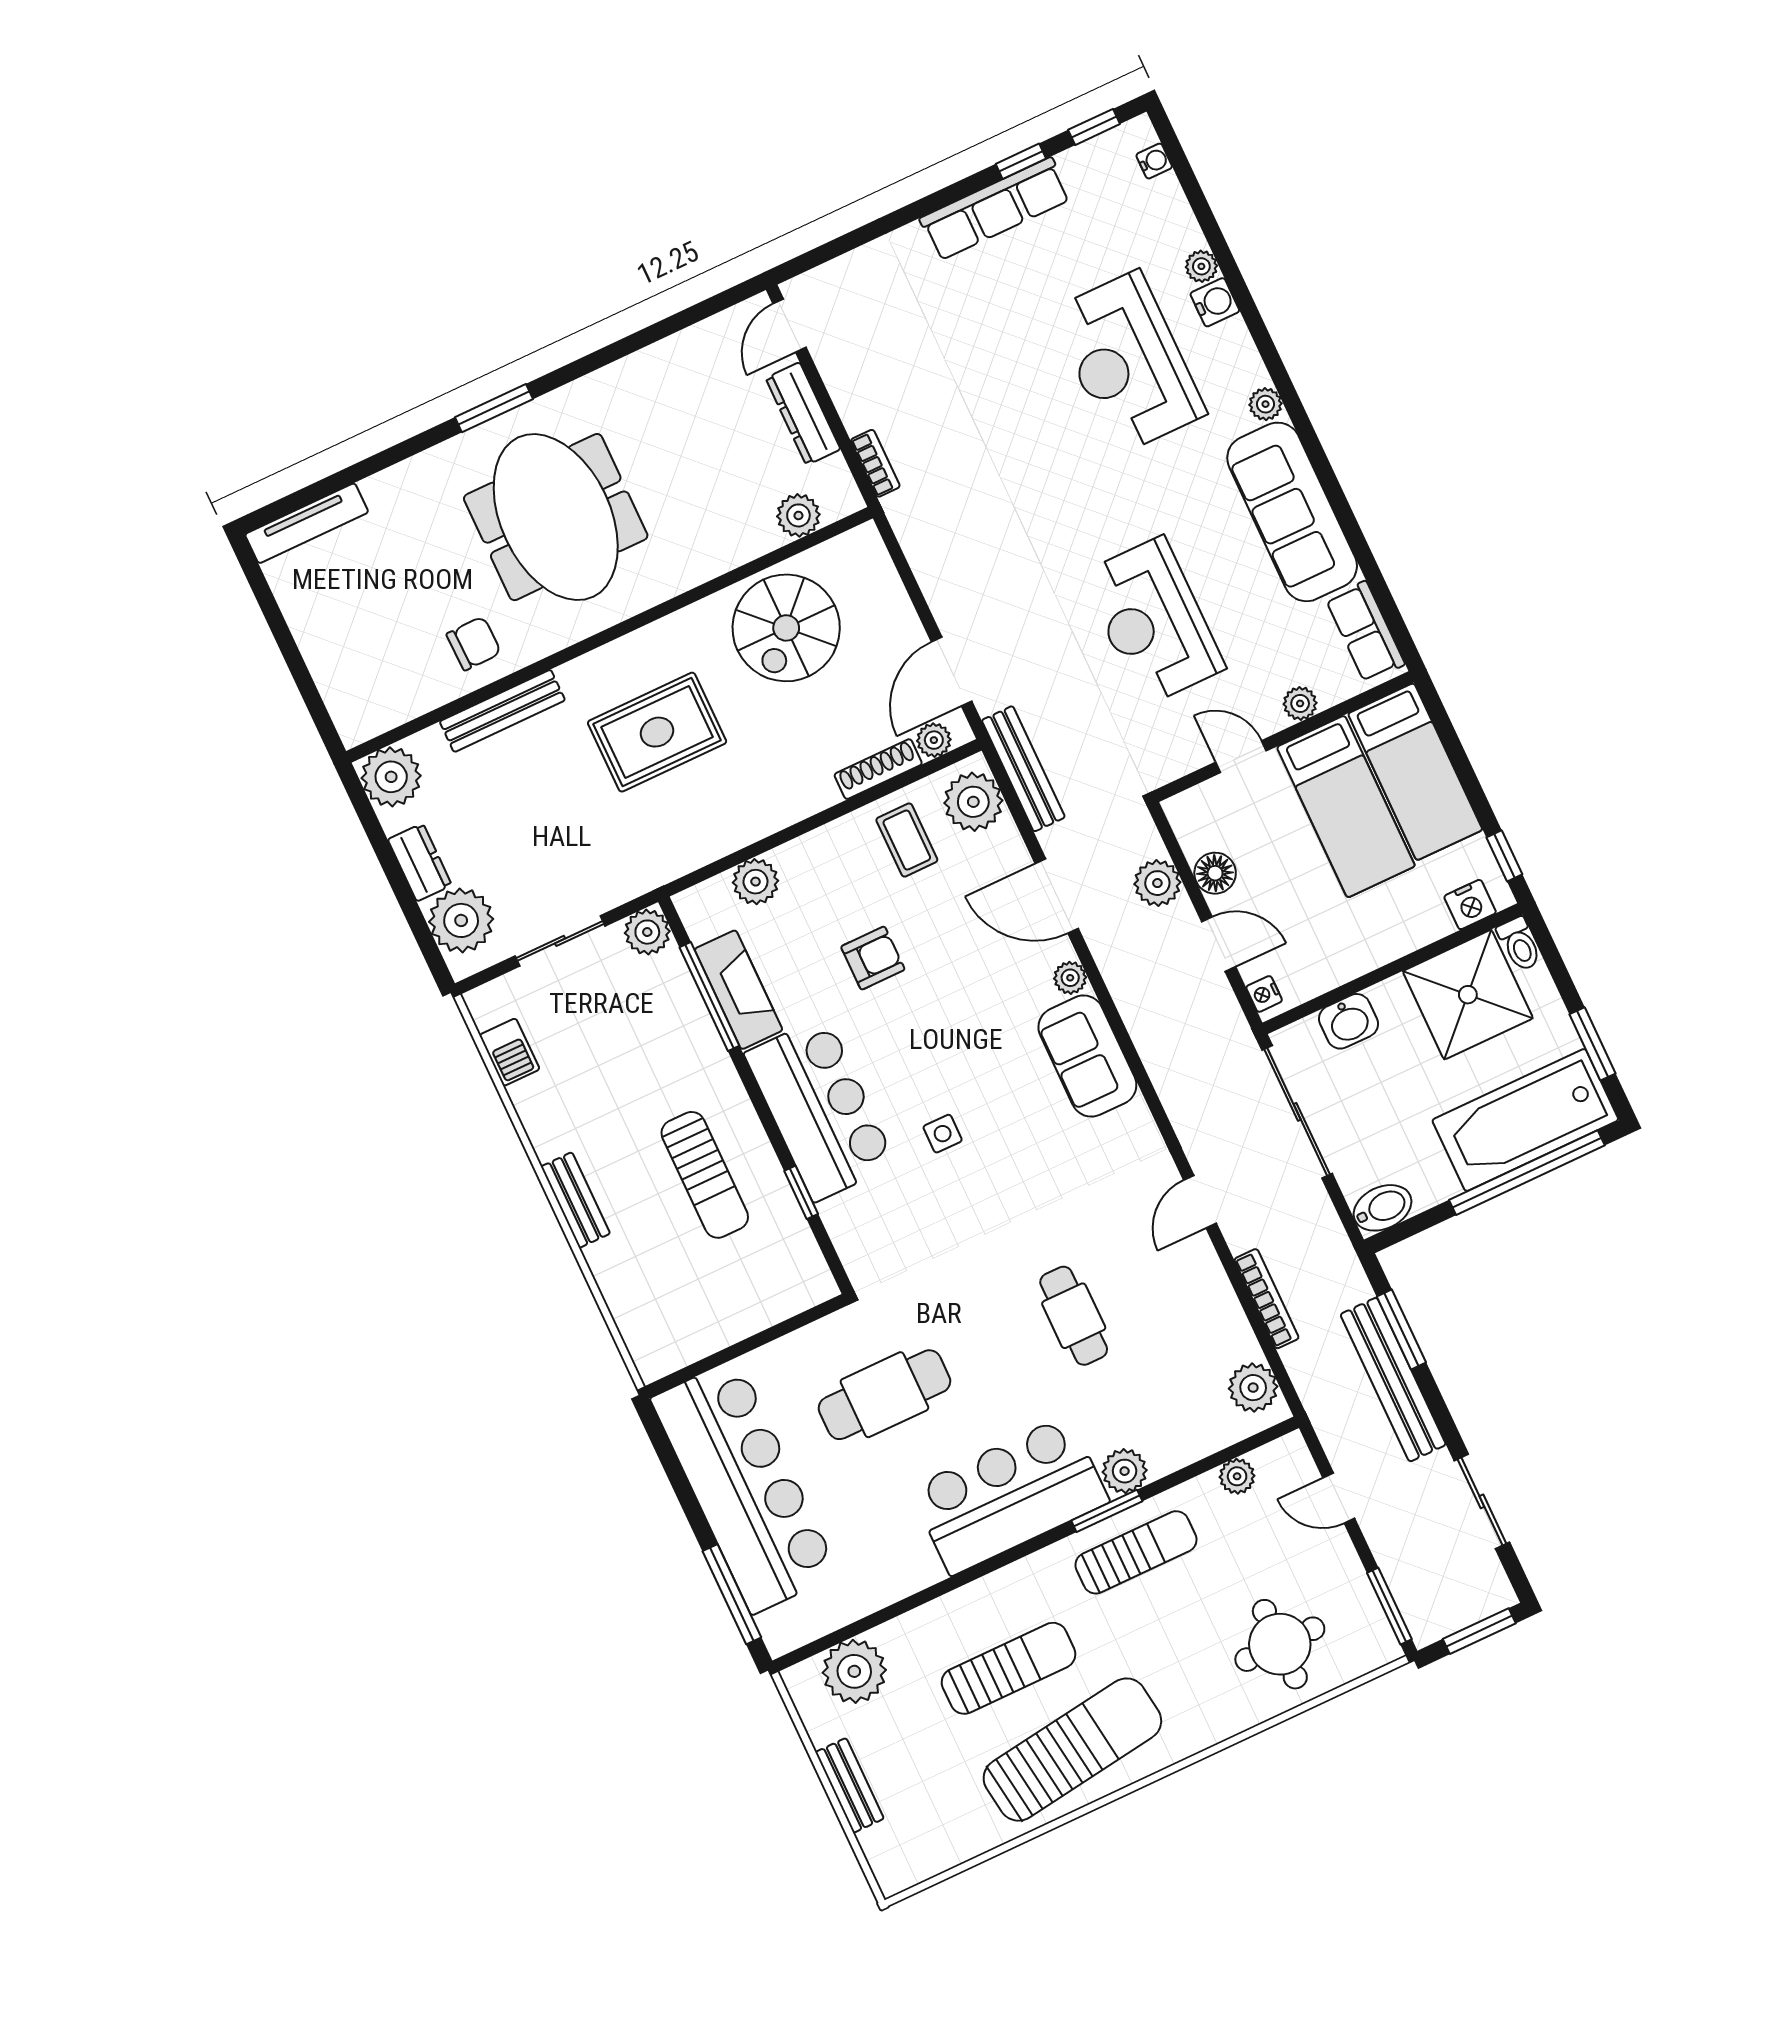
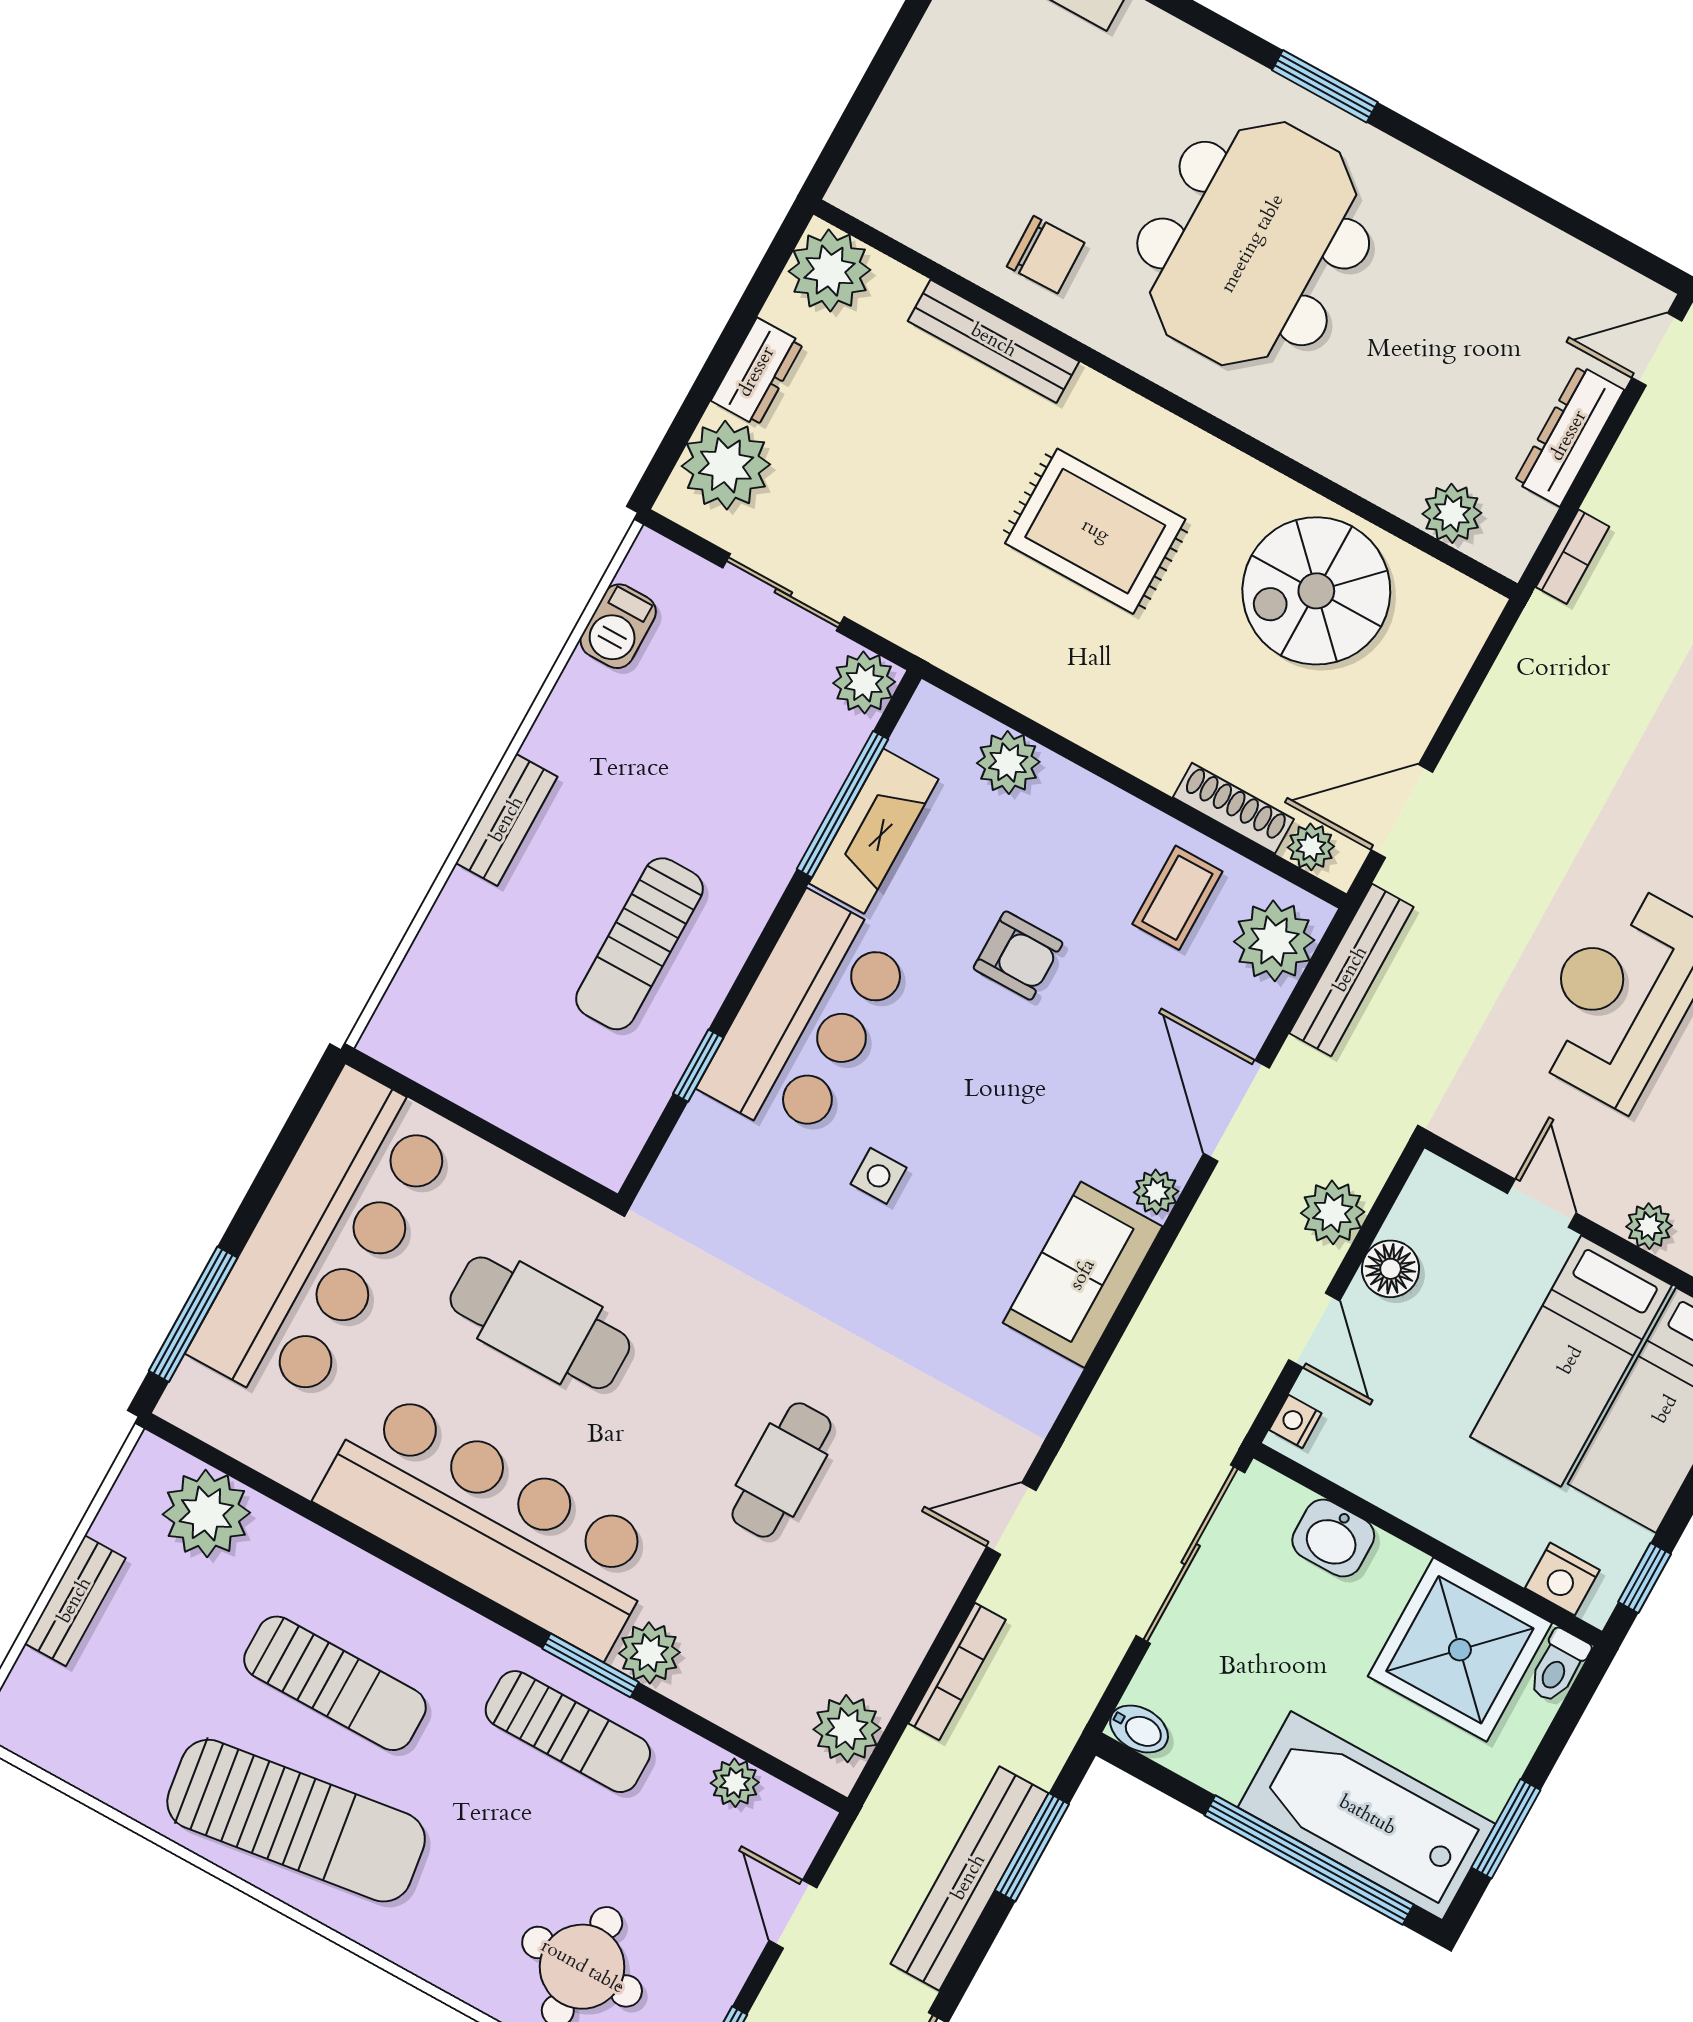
bidet: (1382, 1208) -> (1139, 1729), width x0.72, depth x0.74
bar counter: (1010, 1495) -> (490, 1522), width x1.36

